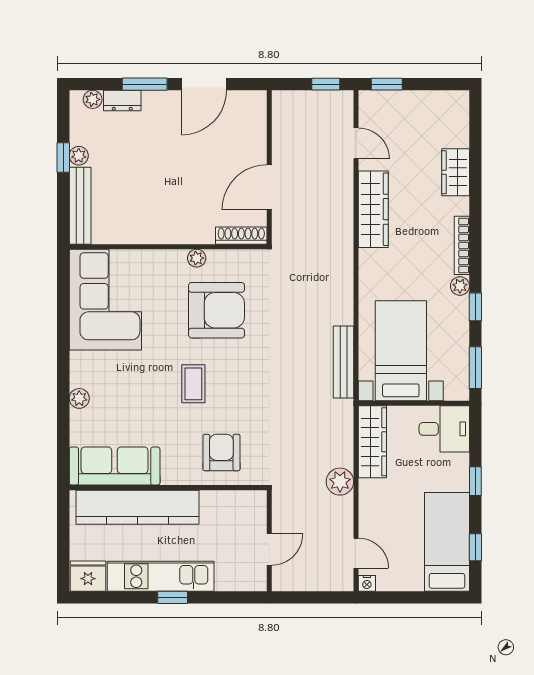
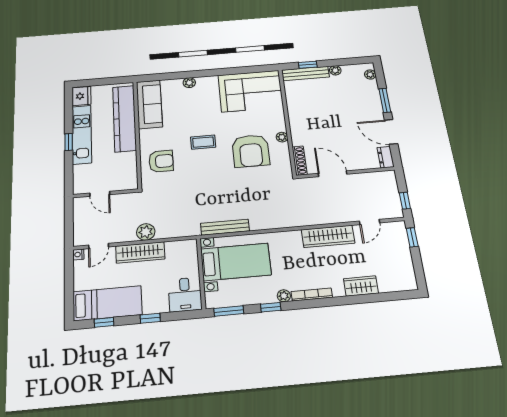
dresser: (122, 101) -> (386, 157), moved
window: (63, 157) -> (308, 65), moved
wardrobe: (372, 442) -> (140, 252), moved

